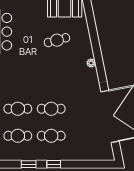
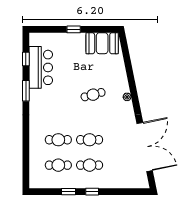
cafe table: (57, 40) -> (93, 95), moved

